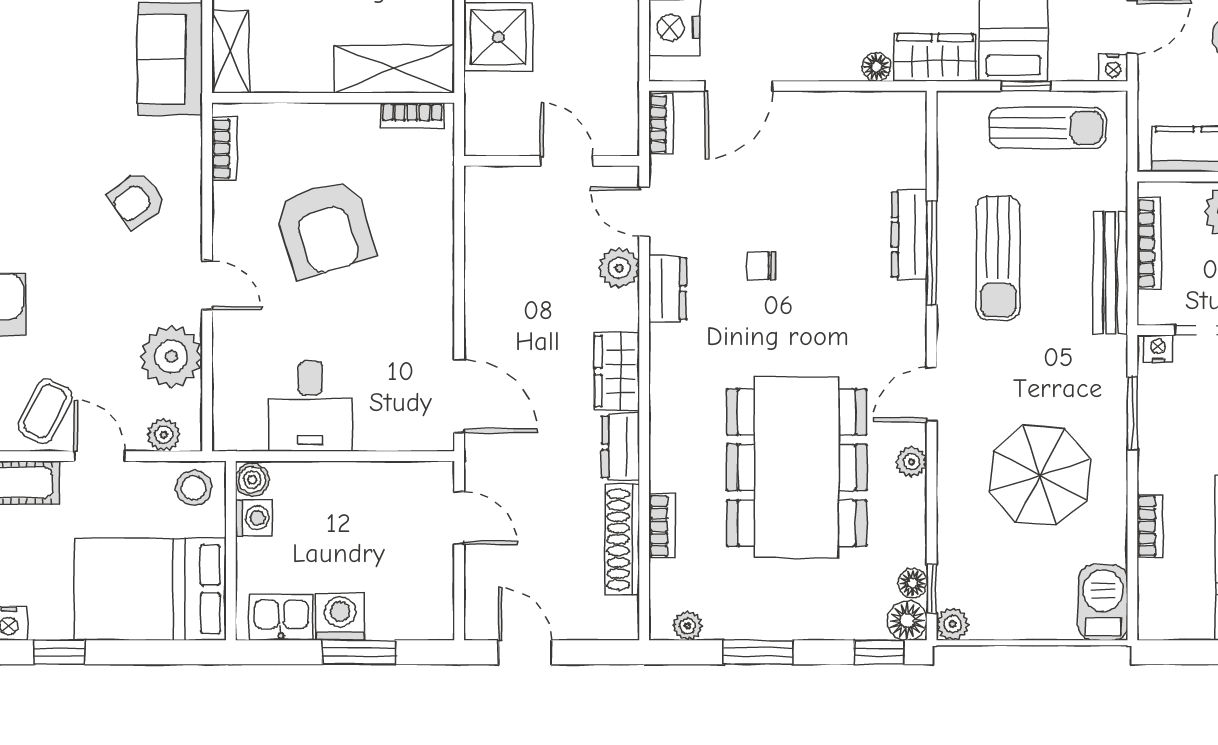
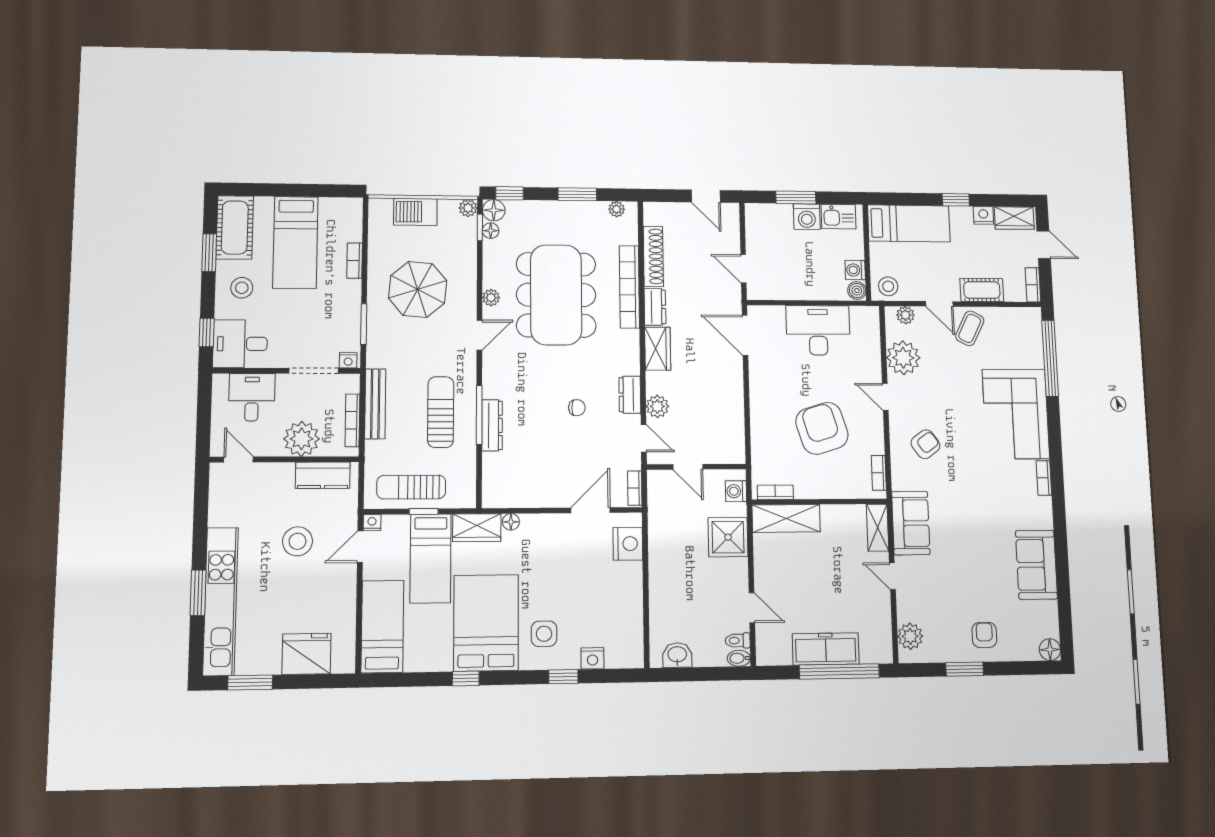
washing machine: (482, 118) -> (736, 491), added
desk: (310, 406) -> (818, 330), width x1.37
bookcase: (662, 526) -> (629, 287), width x2.31, depth x1.31
bed: (150, 589) -> (909, 223), width x0.67
barbecue: (1103, 603) -> (415, 212), moved, turned 90

